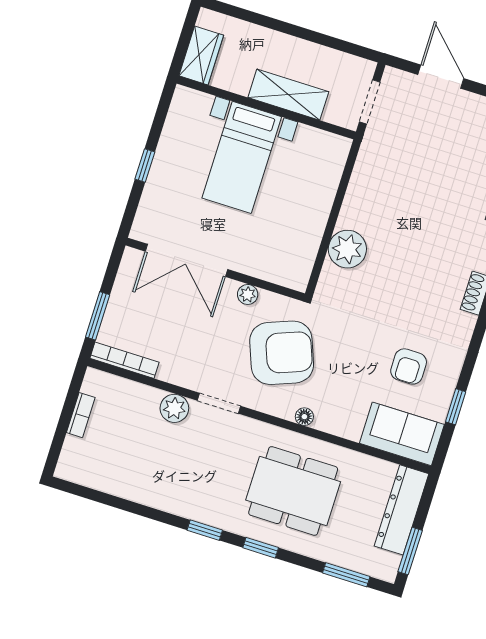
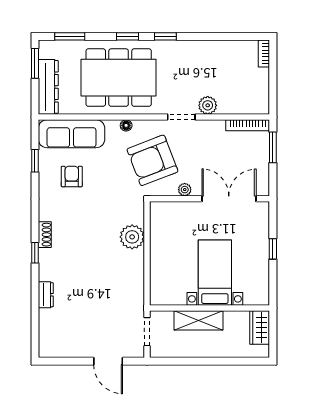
bookcase: (81, 415) -> (264, 53), moved
sofa: (402, 434) -> (72, 134), width x1.36
dining table: (293, 491) -> (119, 78), width x1.36, depth x1.24

